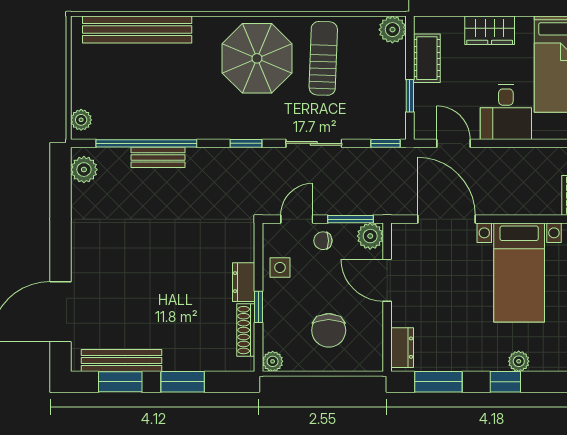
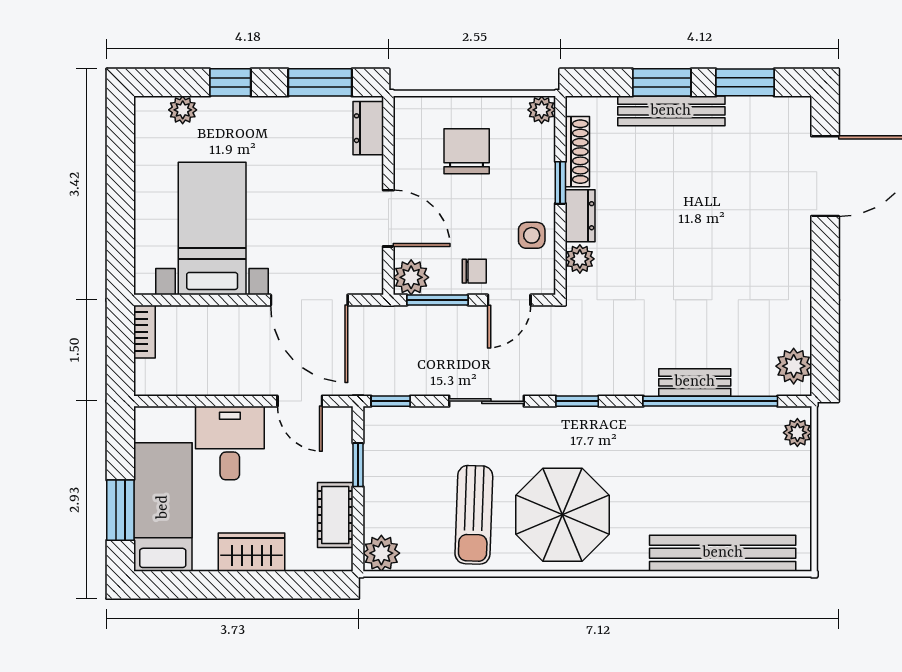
plant: (244, 250) -> (580, 259), added
bench: (121, 361) -> (671, 111), moved
plant: (519, 361) -> (183, 110), moved

